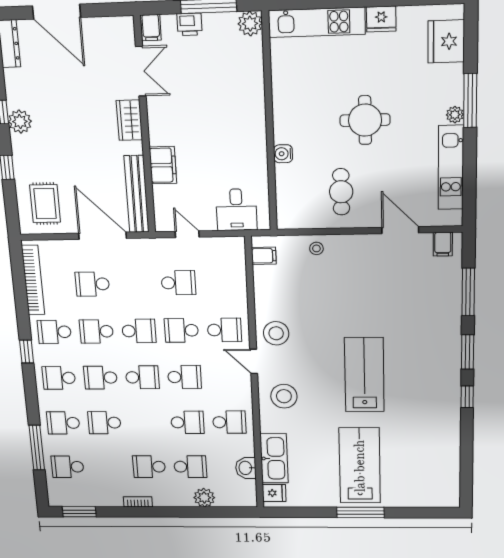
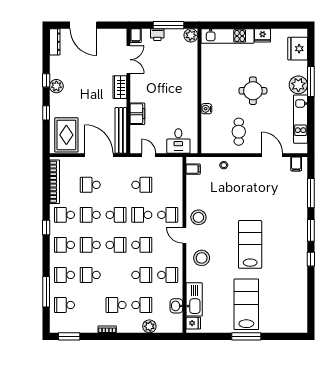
plant: (455, 115) -> (298, 85), width x1.88, depth x1.88
rug: (45, 204) -> (66, 135), width x1.36, depth x1.43

